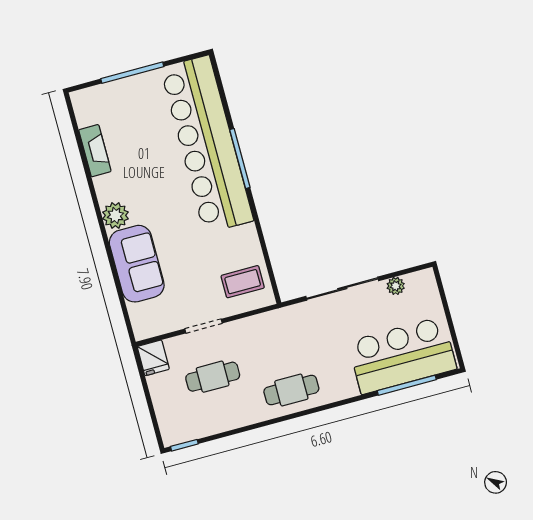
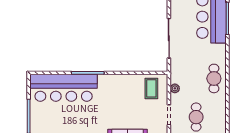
bar counter: (207, 144) -> (64, 88), width x0.73
plant: (396, 286) -> (175, 88), moved

